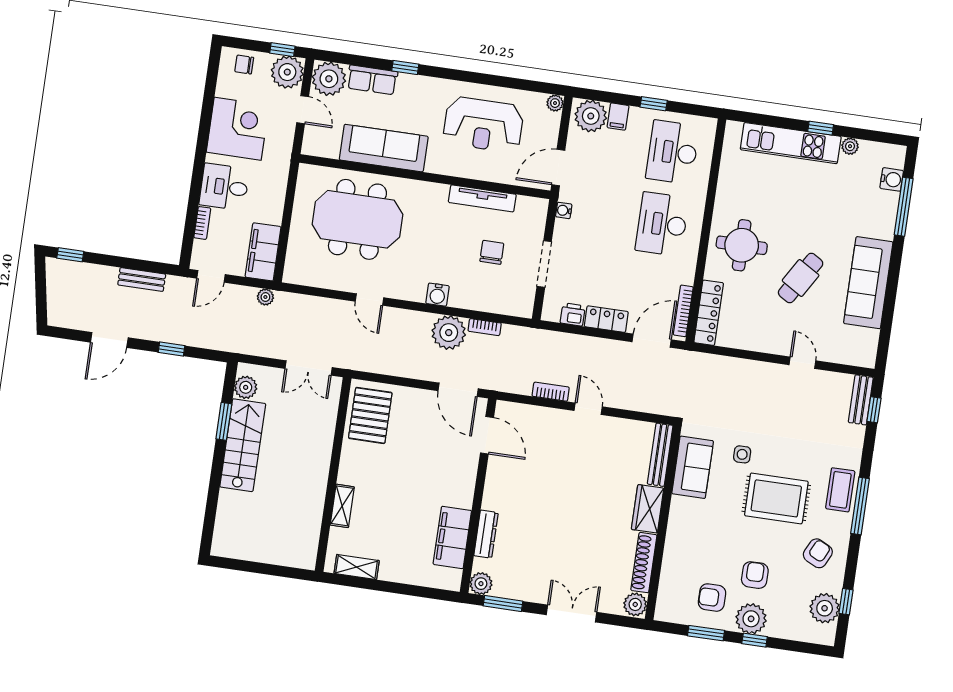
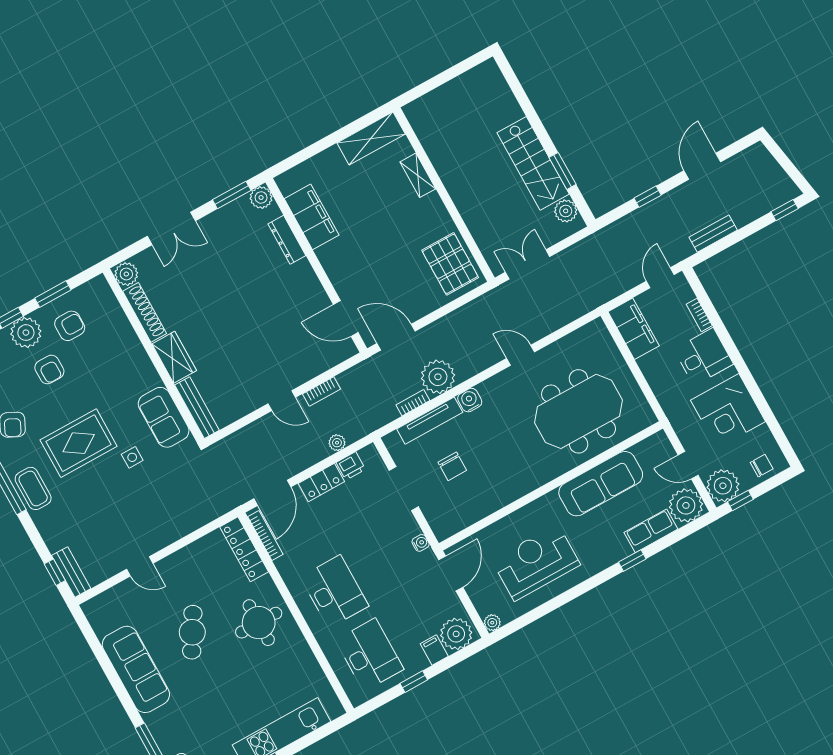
tv unit: (482, 198) -> (430, 421), moved, turned 180
plant: (265, 297) -> (337, 443), moved
shelving: (357, 567) -> (371, 138), width x1.50, depth x1.33

